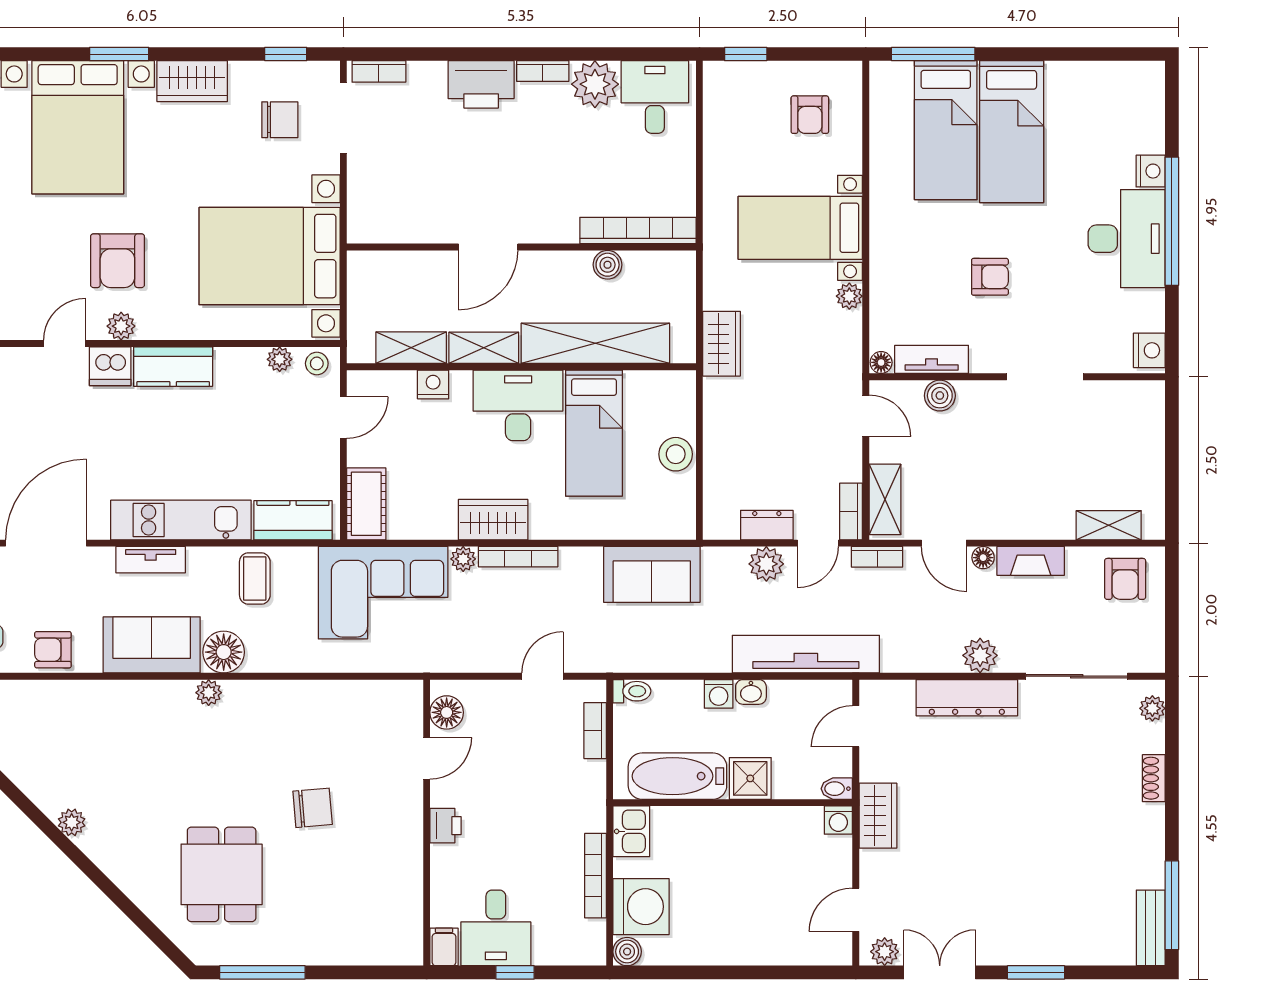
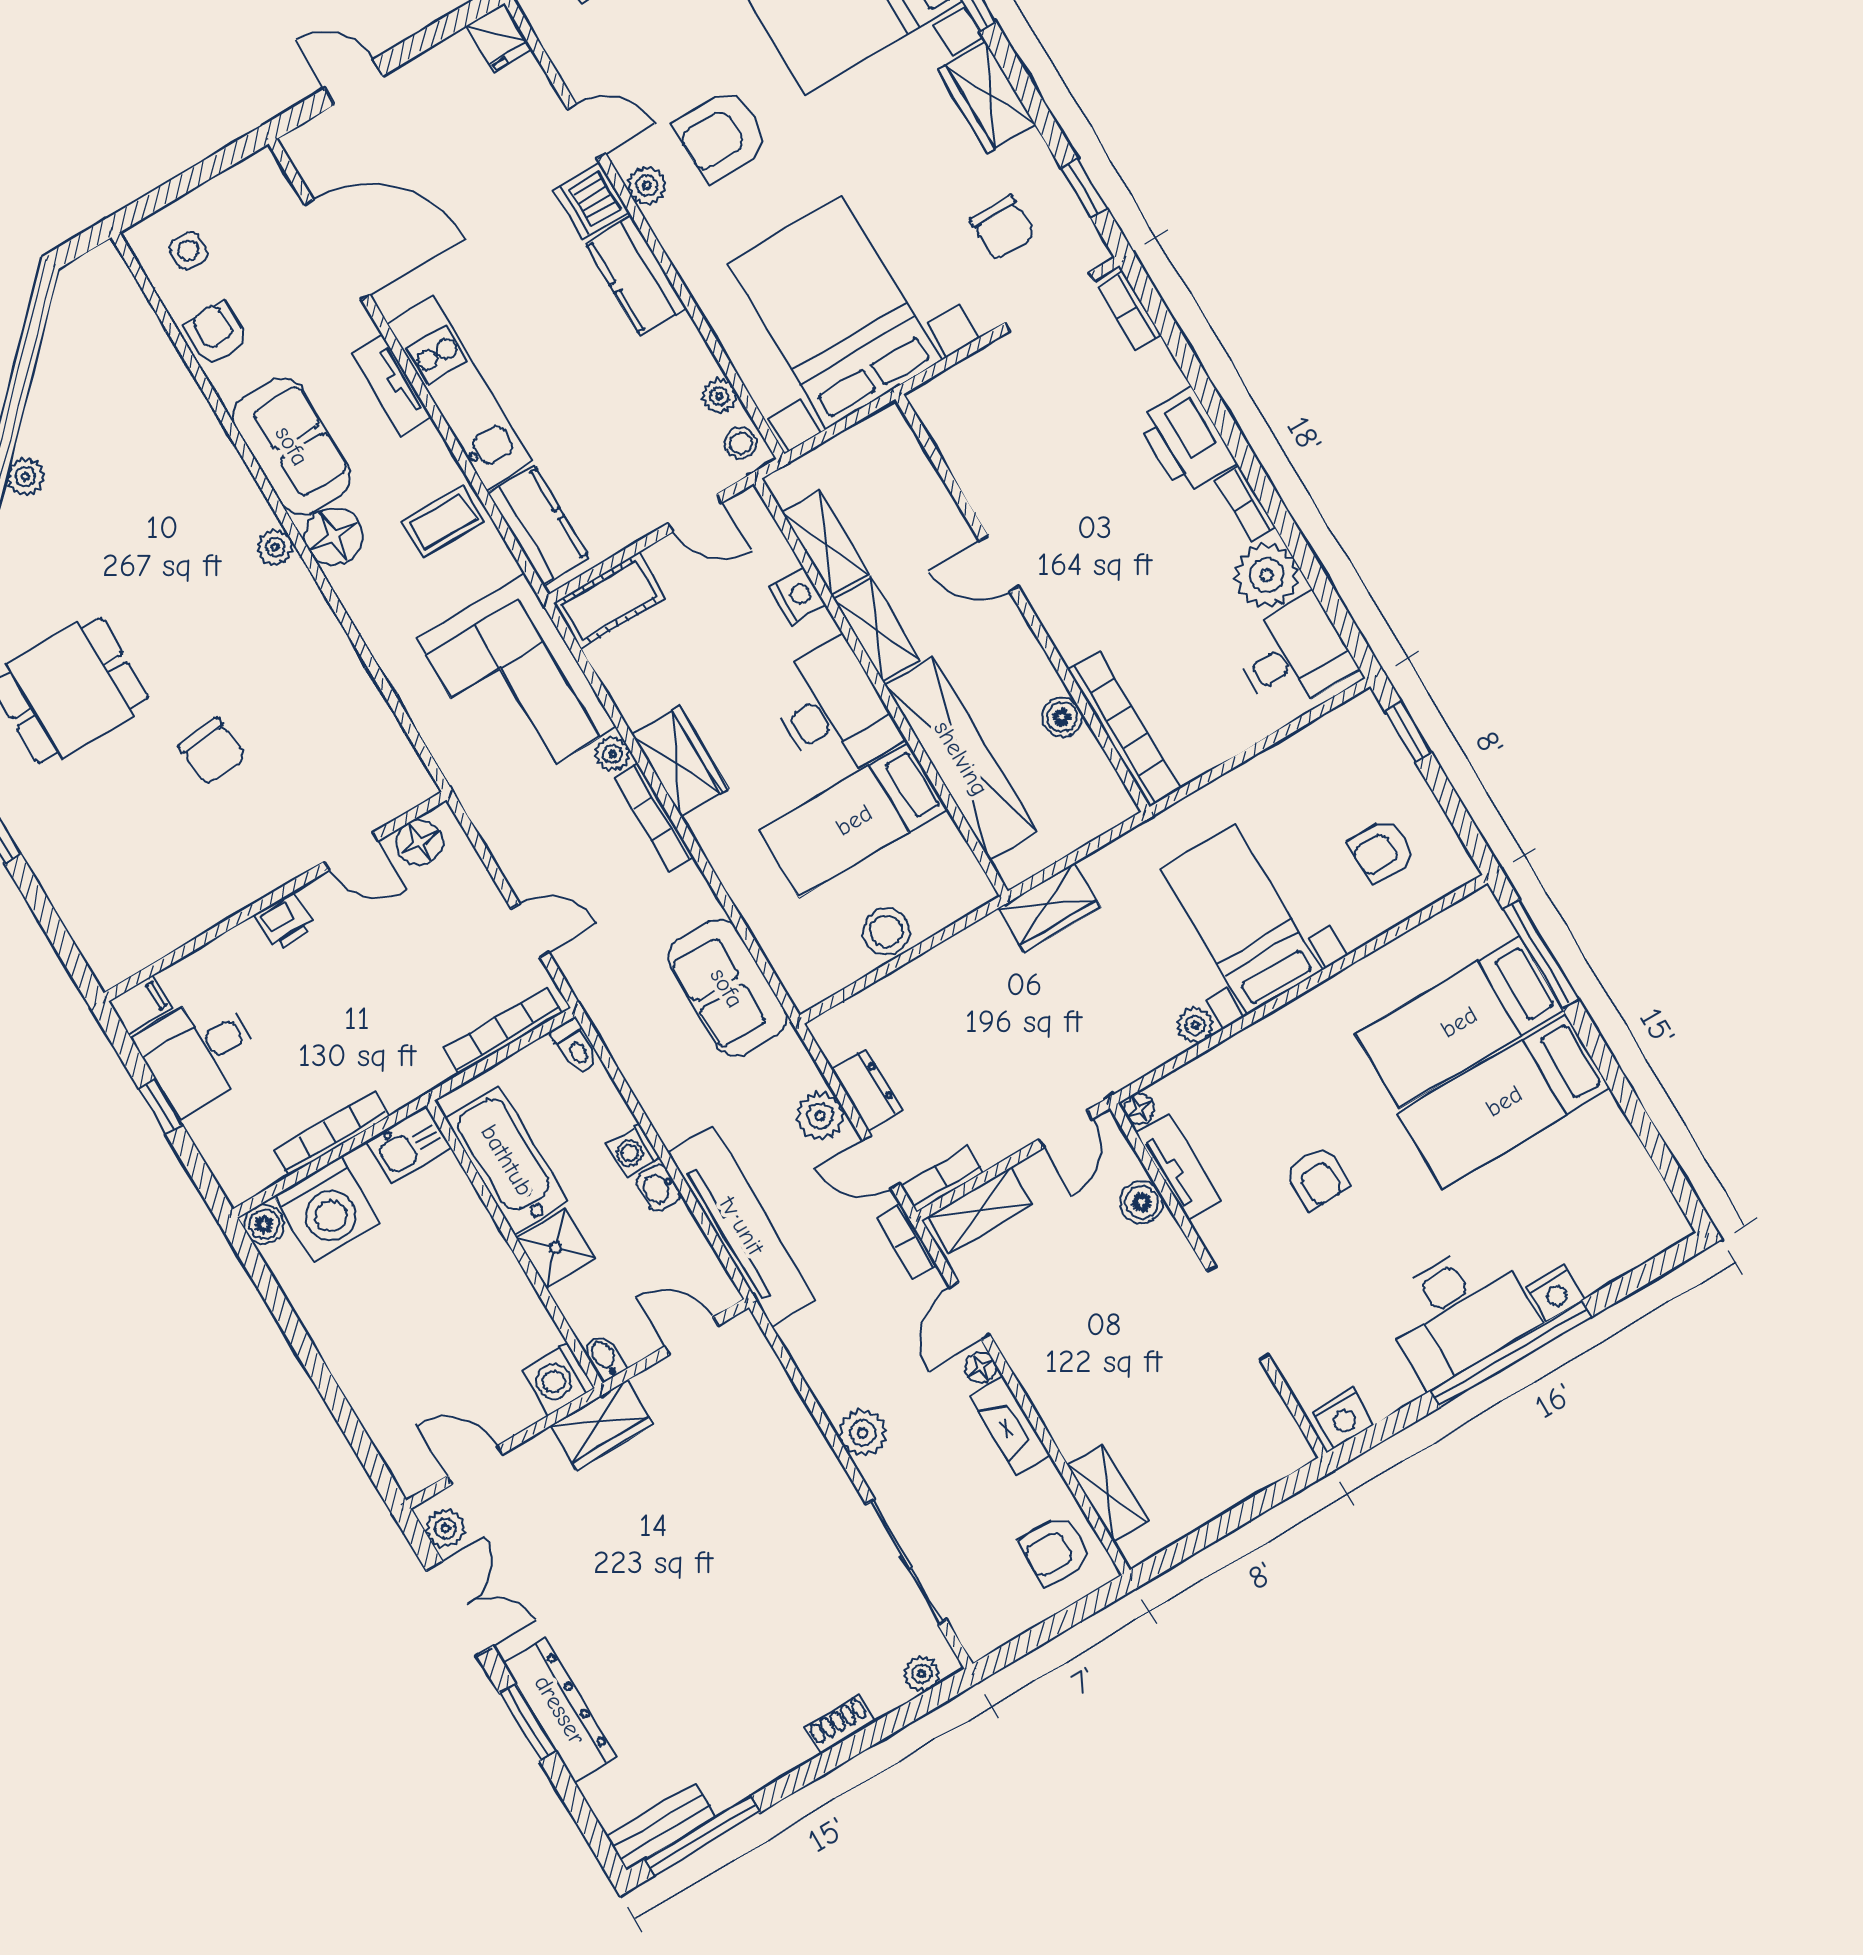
door: (488, 247) -> (999, 564), width x0.73
dresser: (967, 698) -> (560, 1710), moved, turned 180
bookcase: (595, 731) -> (503, 1031), width x1.56
washing machine: (838, 820) -> (558, 1379), width x1.38, depth x1.38

